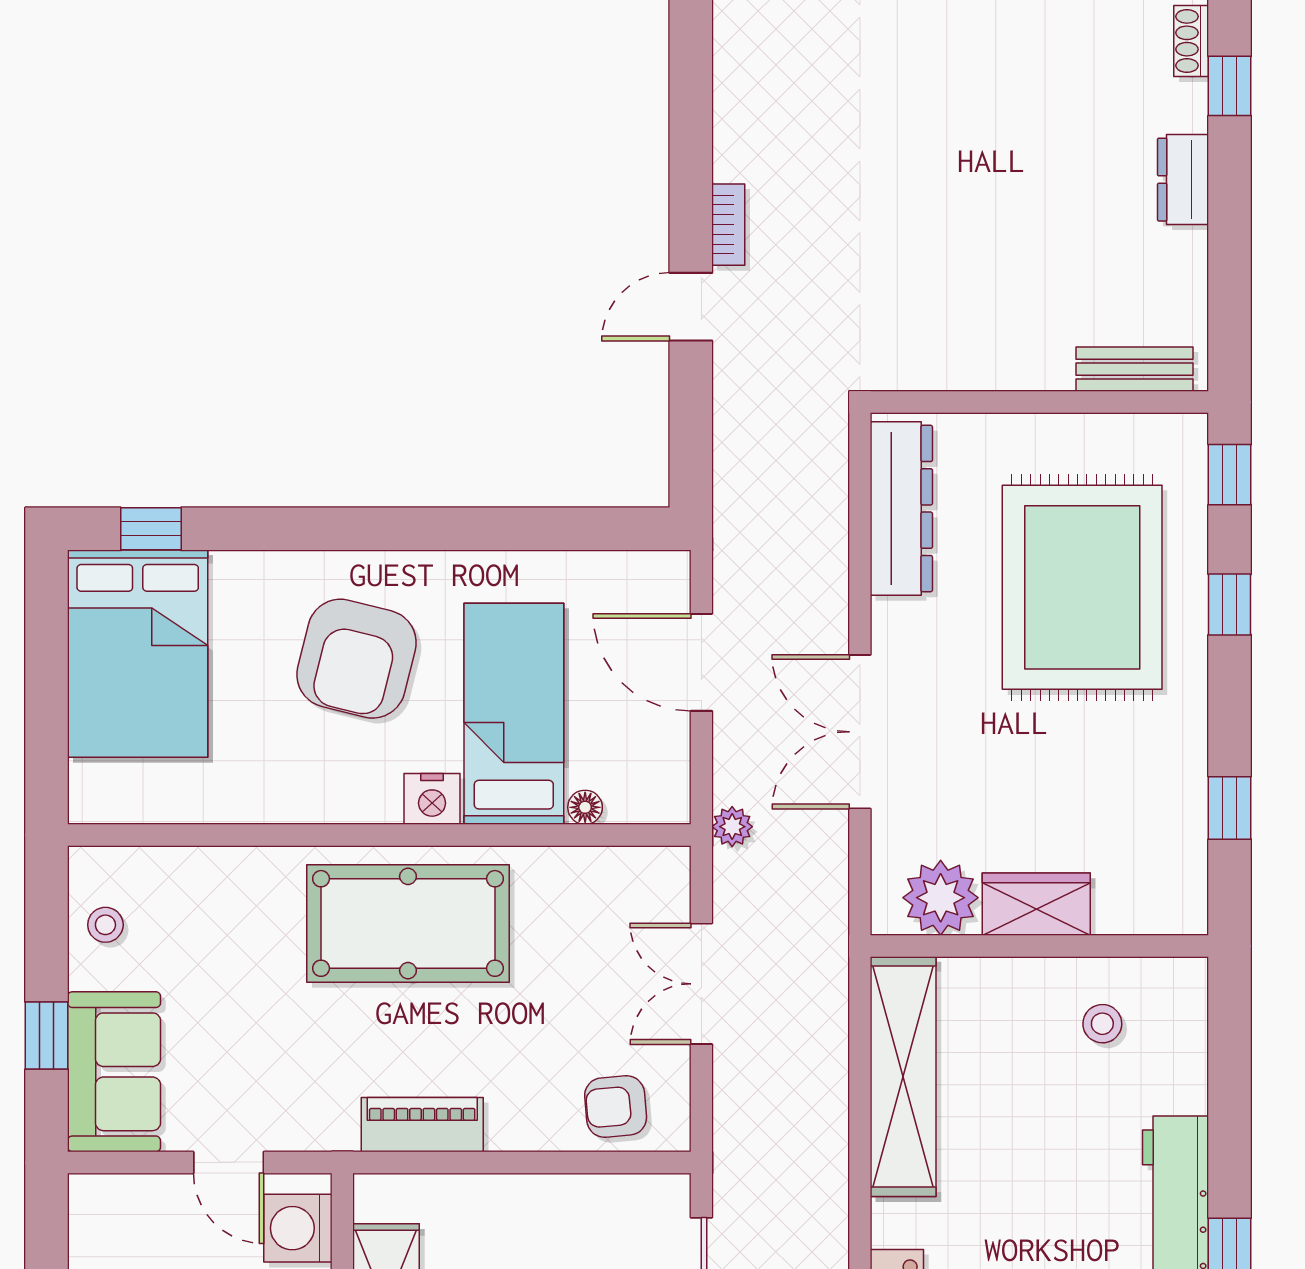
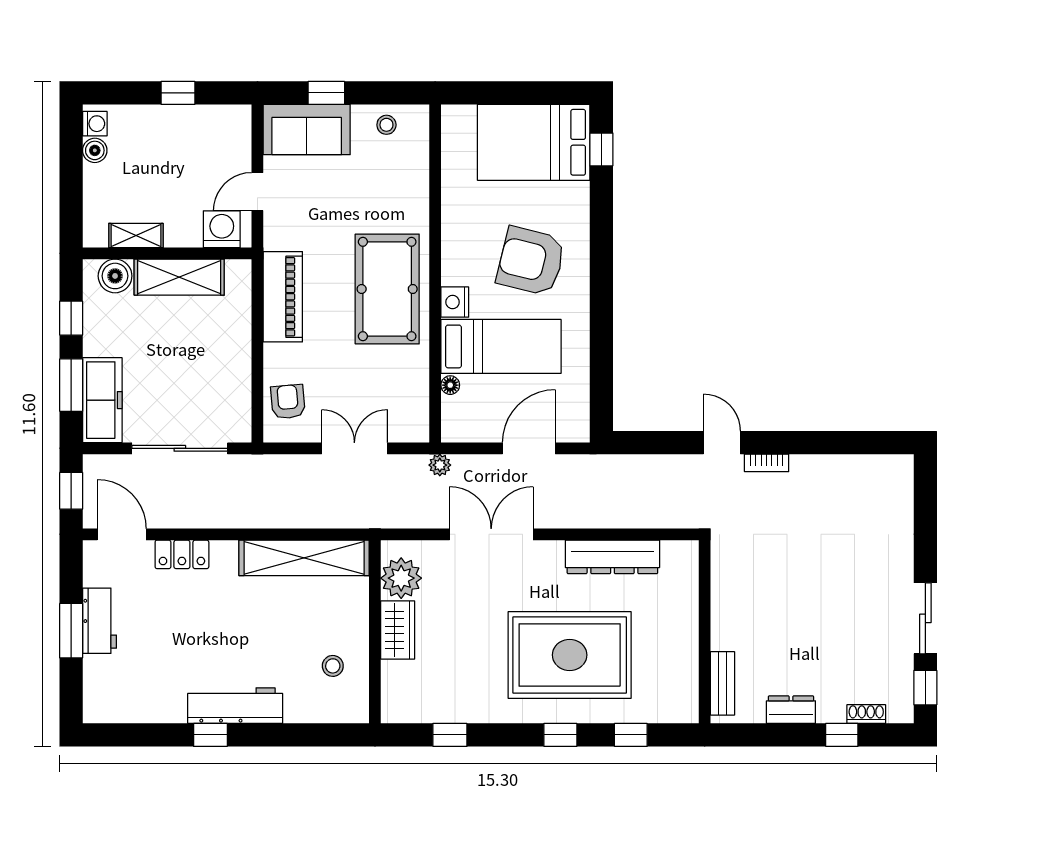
bench: (1135, 369) -> (722, 683), moved
wall: (1039, 402) -> (705, 632), moved
piano: (422, 1125) -> (283, 297), width x1.37, depth x1.33

